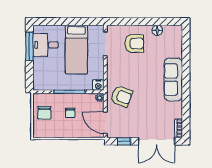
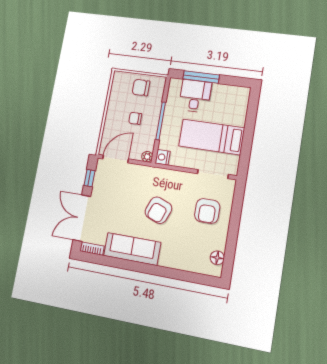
floor lamp: (157, 30) -> (217, 258), moved
desk: (45, 45) -> (195, 96), moved
window: (29, 46) -> (201, 77), moved
sofa: (173, 79) -> (132, 249), moved
armchair: (122, 96) -> (158, 210), moved

